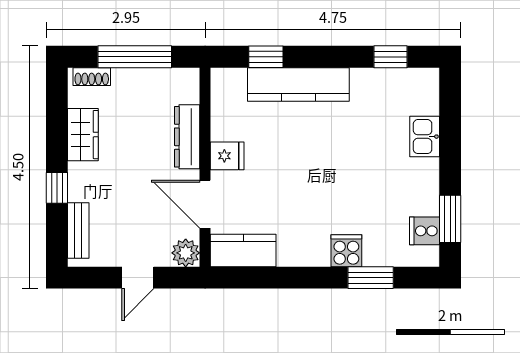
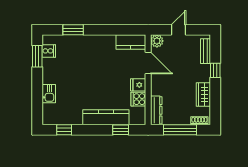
dresser: (187, 137) -> (156, 110), moved
cooker: (346, 251) -> (138, 99), moved, turned 90

